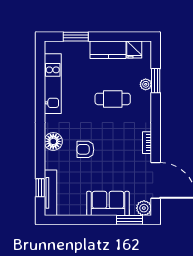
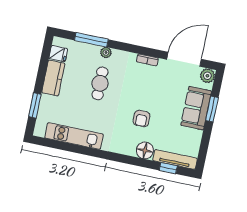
window: (156, 81) -> (91, 40), width x1.44
plant: (146, 84) -> (106, 53), moved
floor lamp: (53, 141) -> (145, 150), moved
window: (130, 220) -> (212, 109), moved

